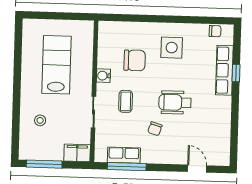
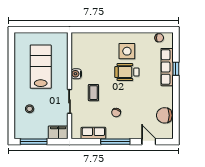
chair: (135, 60) -> (164, 115), moved, turned 180
wheelchair: (175, 102) -> (127, 72), moved
window: (127, 167) -> (115, 142), moved

